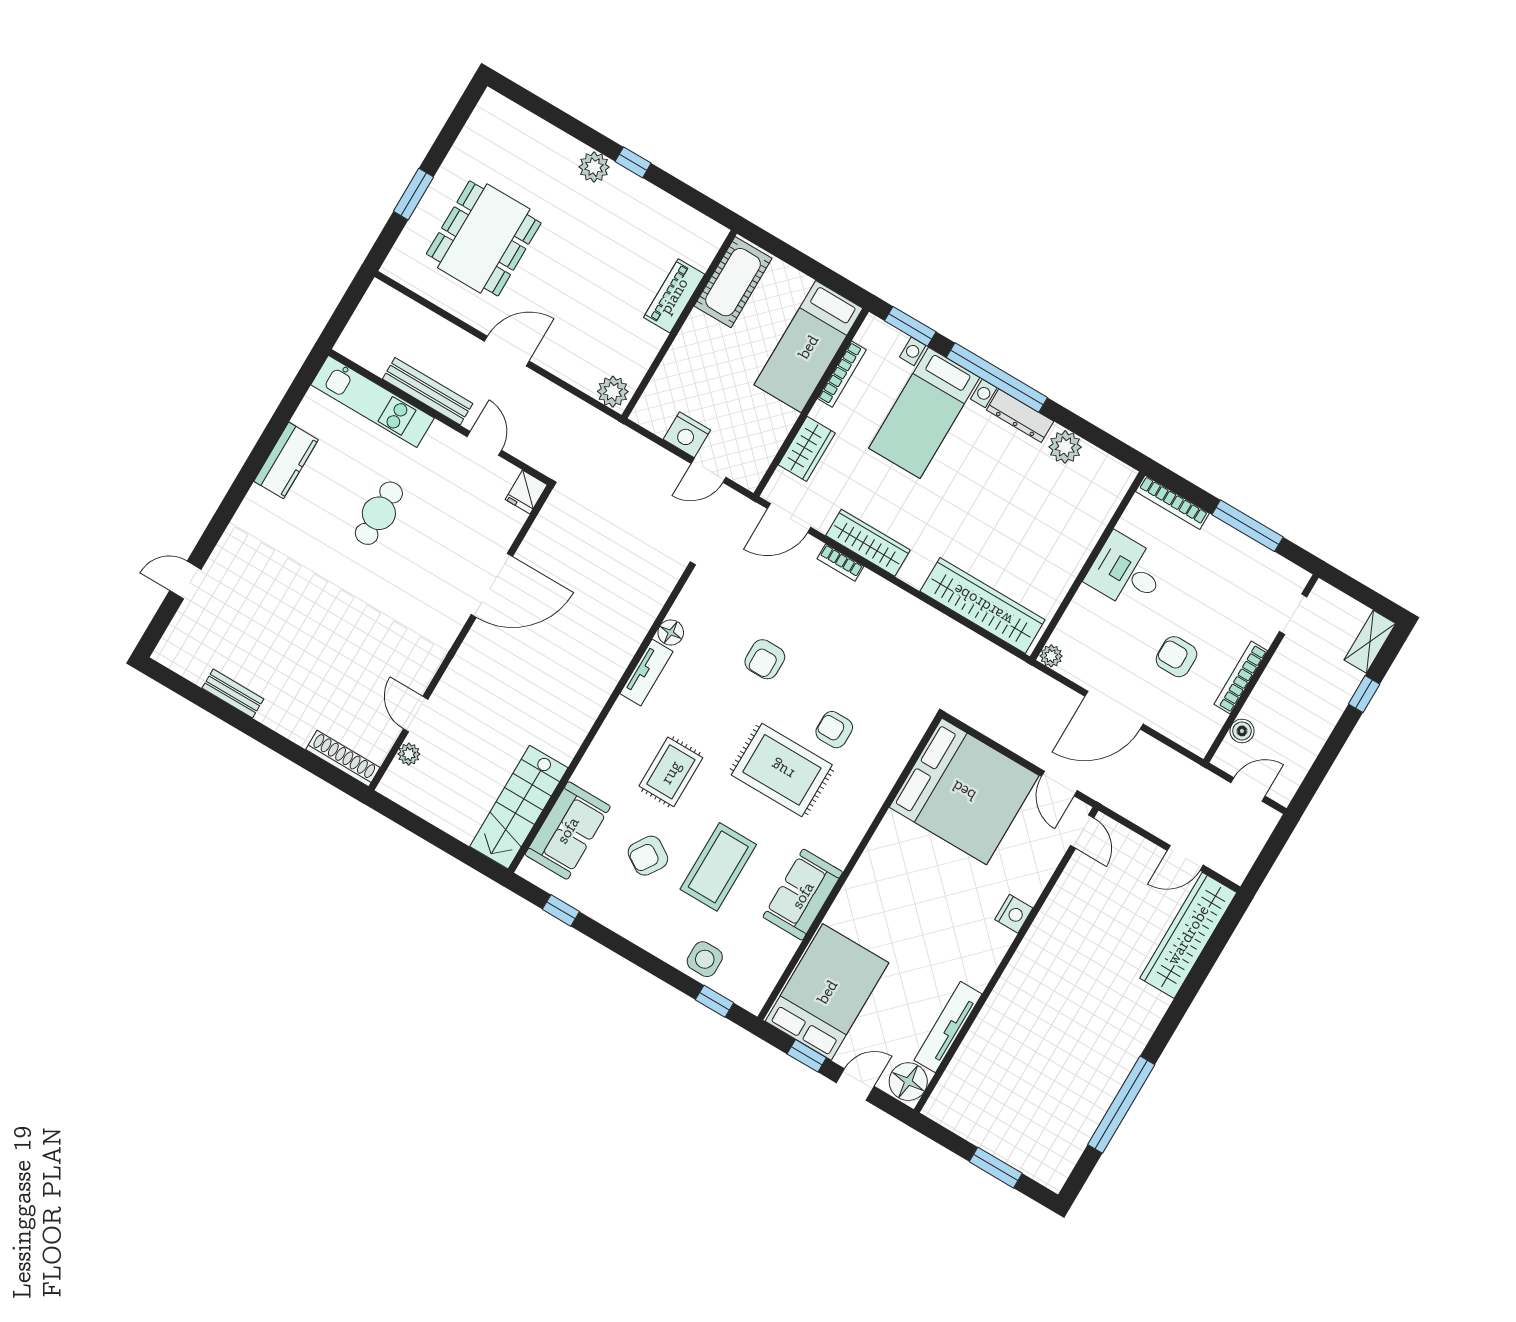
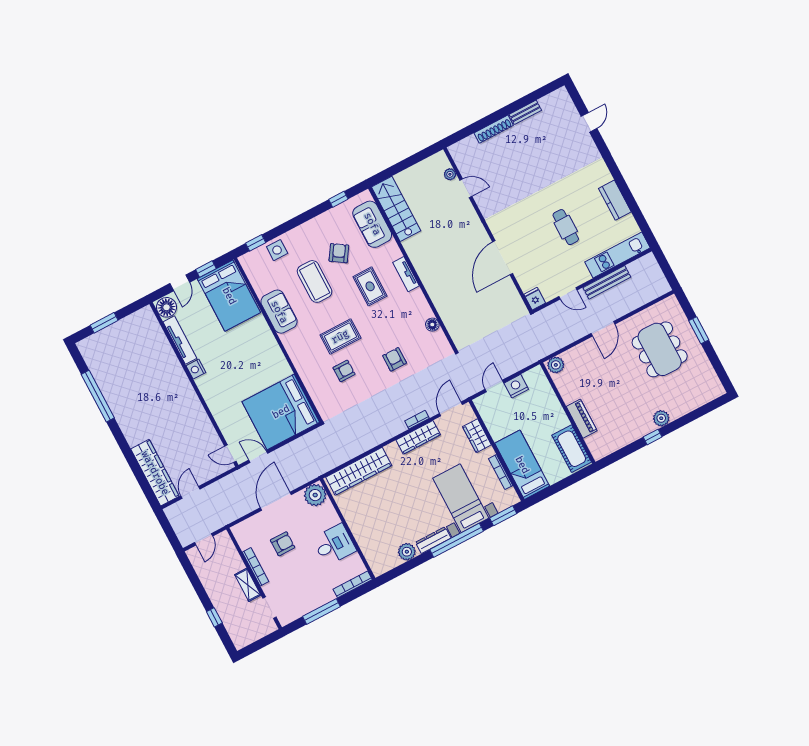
shelving: (1370, 642) -> (248, 585), moved
plant: (1051, 656) -> (315, 495), width x1.87, depth x1.87
tv unit: (646, 673) -> (406, 274), moved
boiler: (1242, 731) -> (231, 553), removed
shoe rack: (343, 758) -> (494, 129), moved
rug: (782, 770) -> (340, 337), width x0.73, depth x0.70
nightstand: (1014, 914) -> (196, 369), moved

